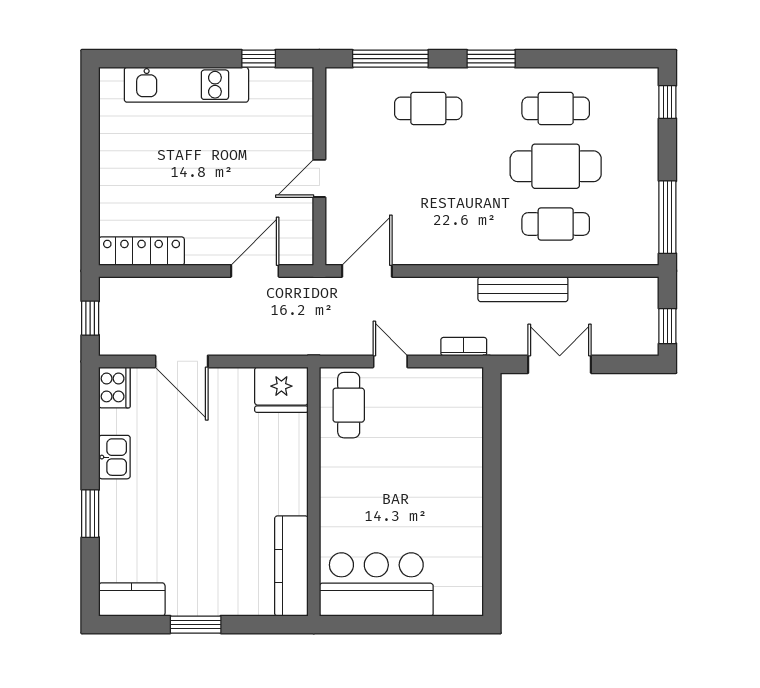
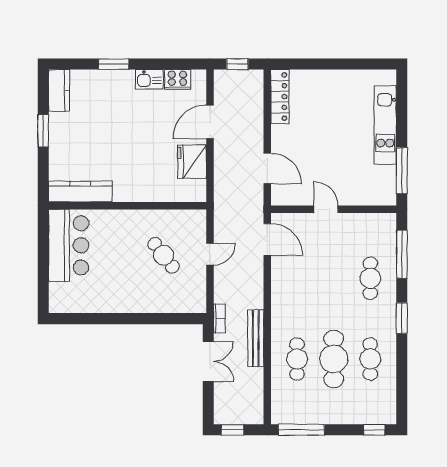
window: (259, 59) -> (402, 171), width x2.17
bookcase: (464, 347) -> (219, 319), moved
cooker: (114, 387) -> (177, 79), moved
fridge: (281, 390) -> (192, 162), moved
cafe table: (349, 405) -> (164, 255), moved, turned 52

